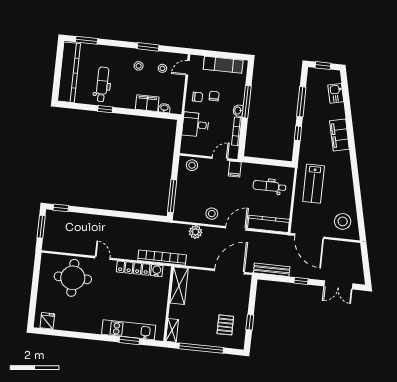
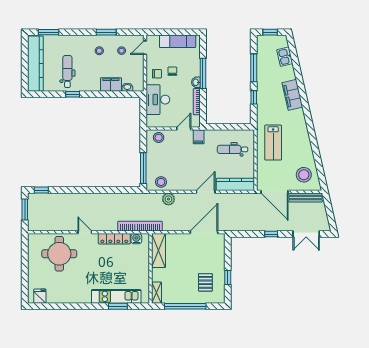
desk: (196, 125) -> (158, 100), width x1.37
stool: (212, 214) -> (161, 182), moved
bench: (272, 270) -> (305, 198), moved

